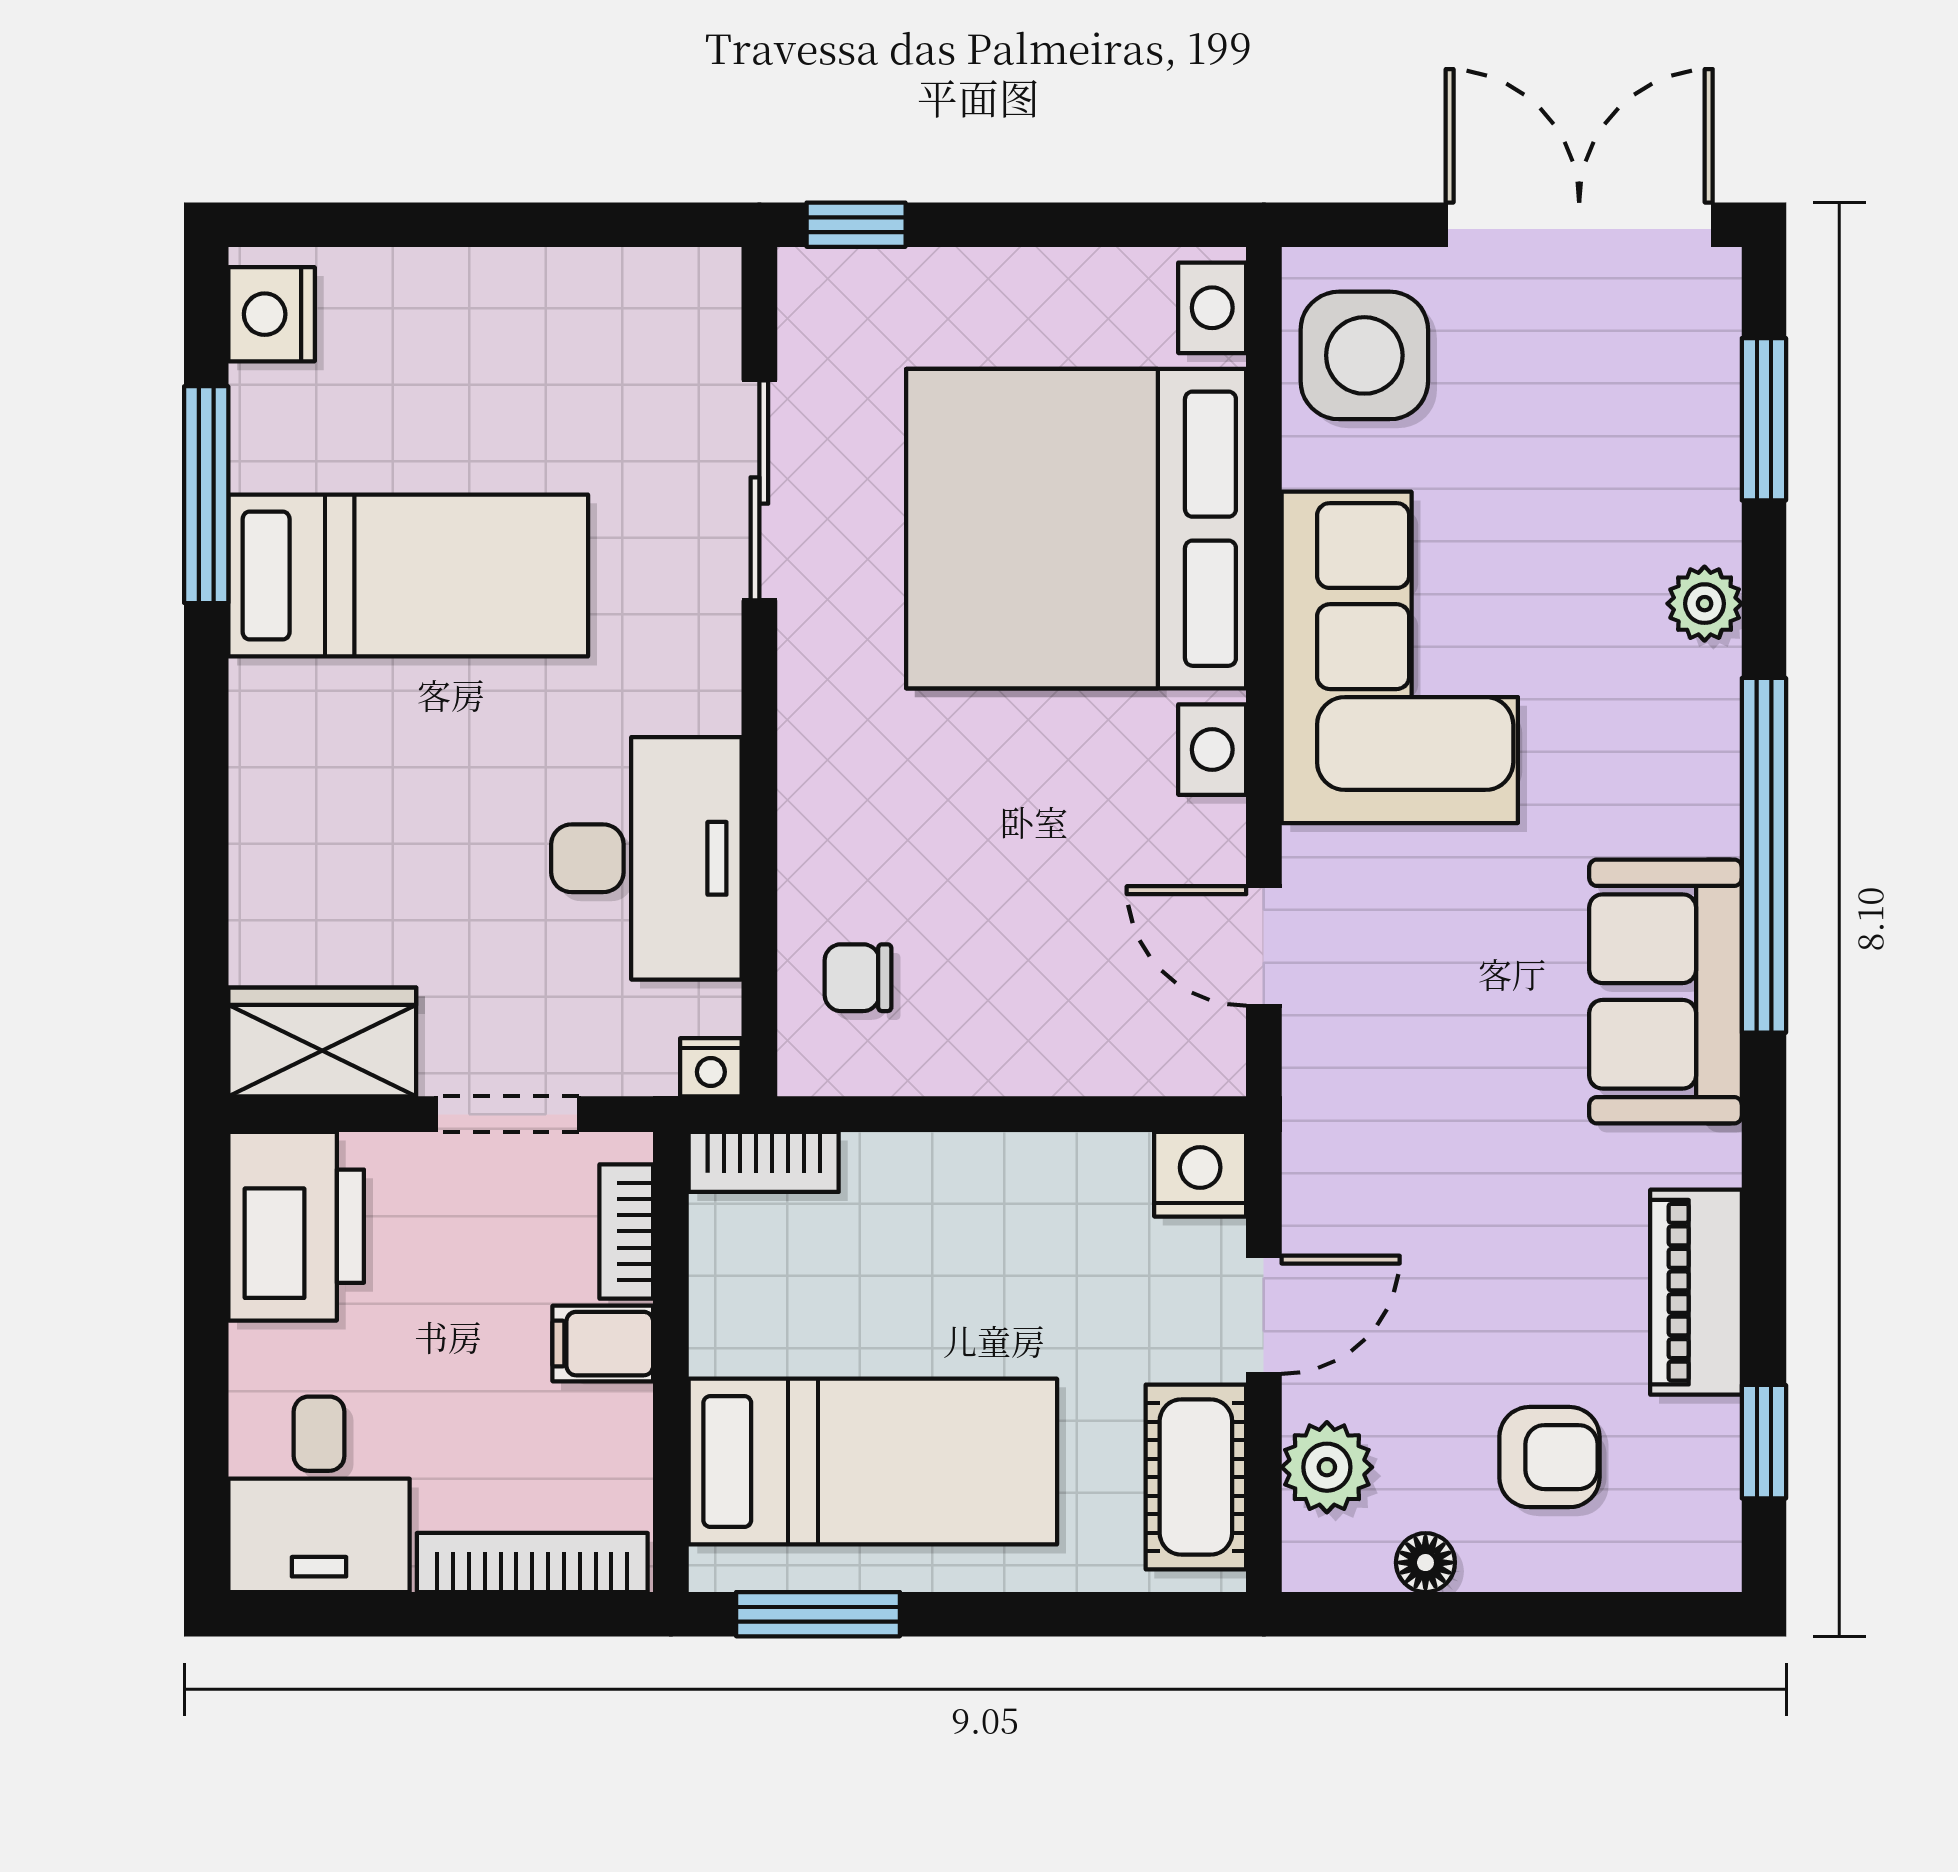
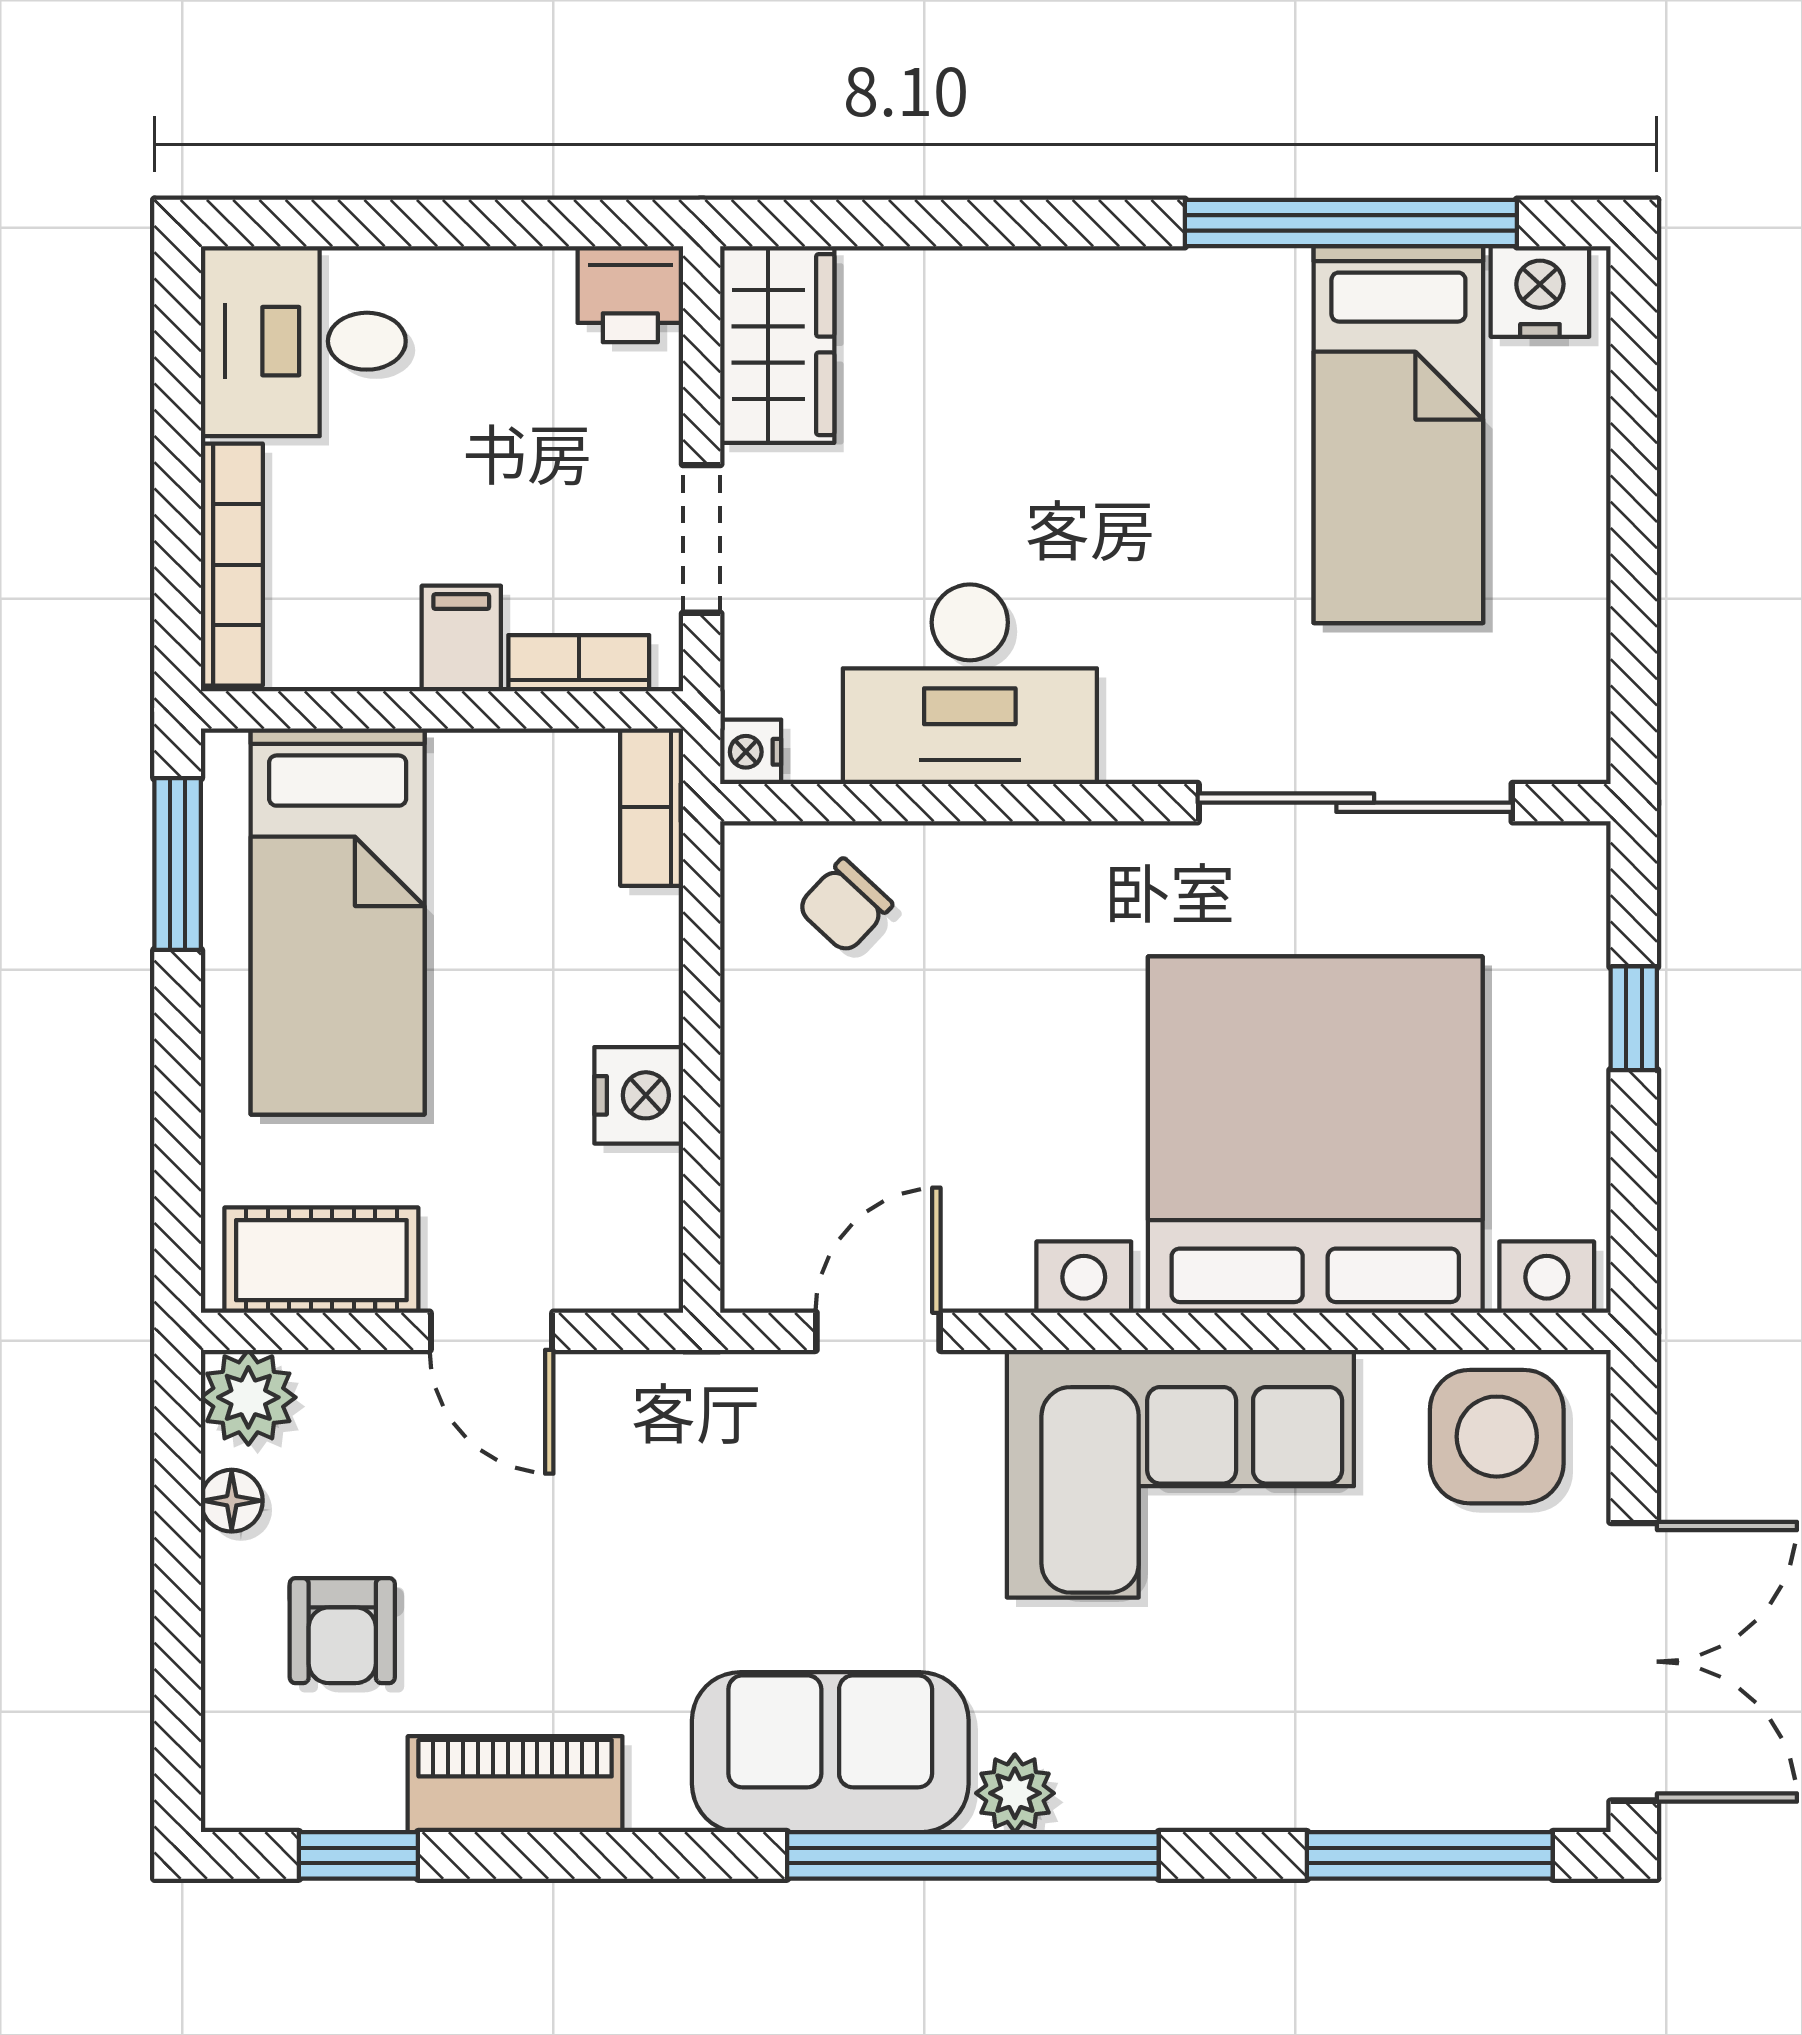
window: (856, 225) -> (1634, 1018), moved
window: (1764, 419) -> (1430, 1855), width x1.44
sliding door: (759, 490) -> (1355, 803), width x1.37
window: (206, 495) -> (1351, 223), width x1.46
bed: (408, 576) -> (1398, 435), moved
plant: (1705, 604) -> (1015, 1793), moved
chair: (858, 978) -> (845, 906), turned -137
nightstand: (1200, 1174) -> (639, 1095), moved
printer: (296, 1226) -> (630, 294), width x0.53, depth x0.68
plant: (1327, 1467) -> (248, 1397), moved

